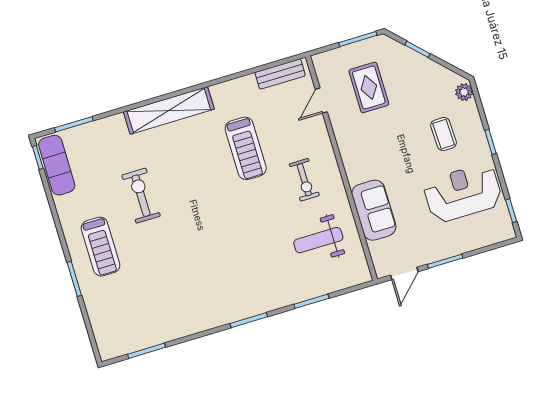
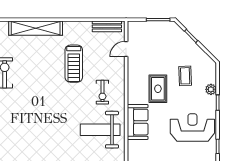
rug: (369, 87) -> (158, 89), moved
plant: (464, 92) -> (211, 89), moved
coffee table: (444, 134) -> (185, 76), moved
weight bench: (318, 240) -> (100, 130), width x1.36, depth x1.33

